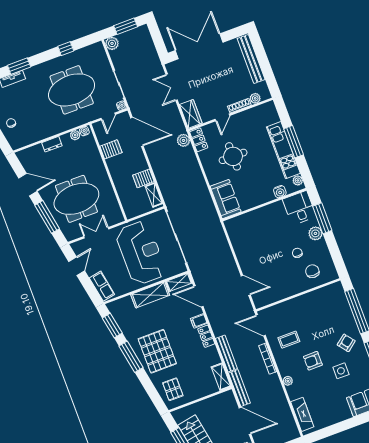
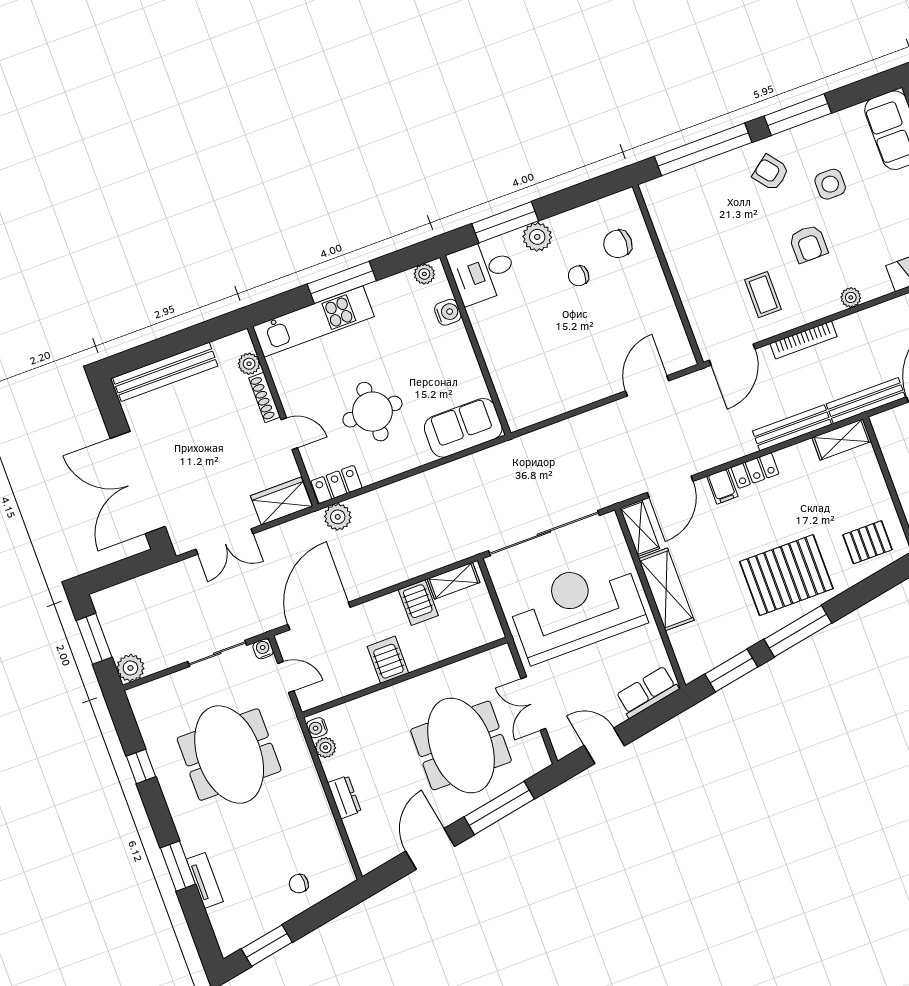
server rack: (111, 149) -> (388, 660), moved
kitchen unit: (283, 150) -> (313, 321), moved

